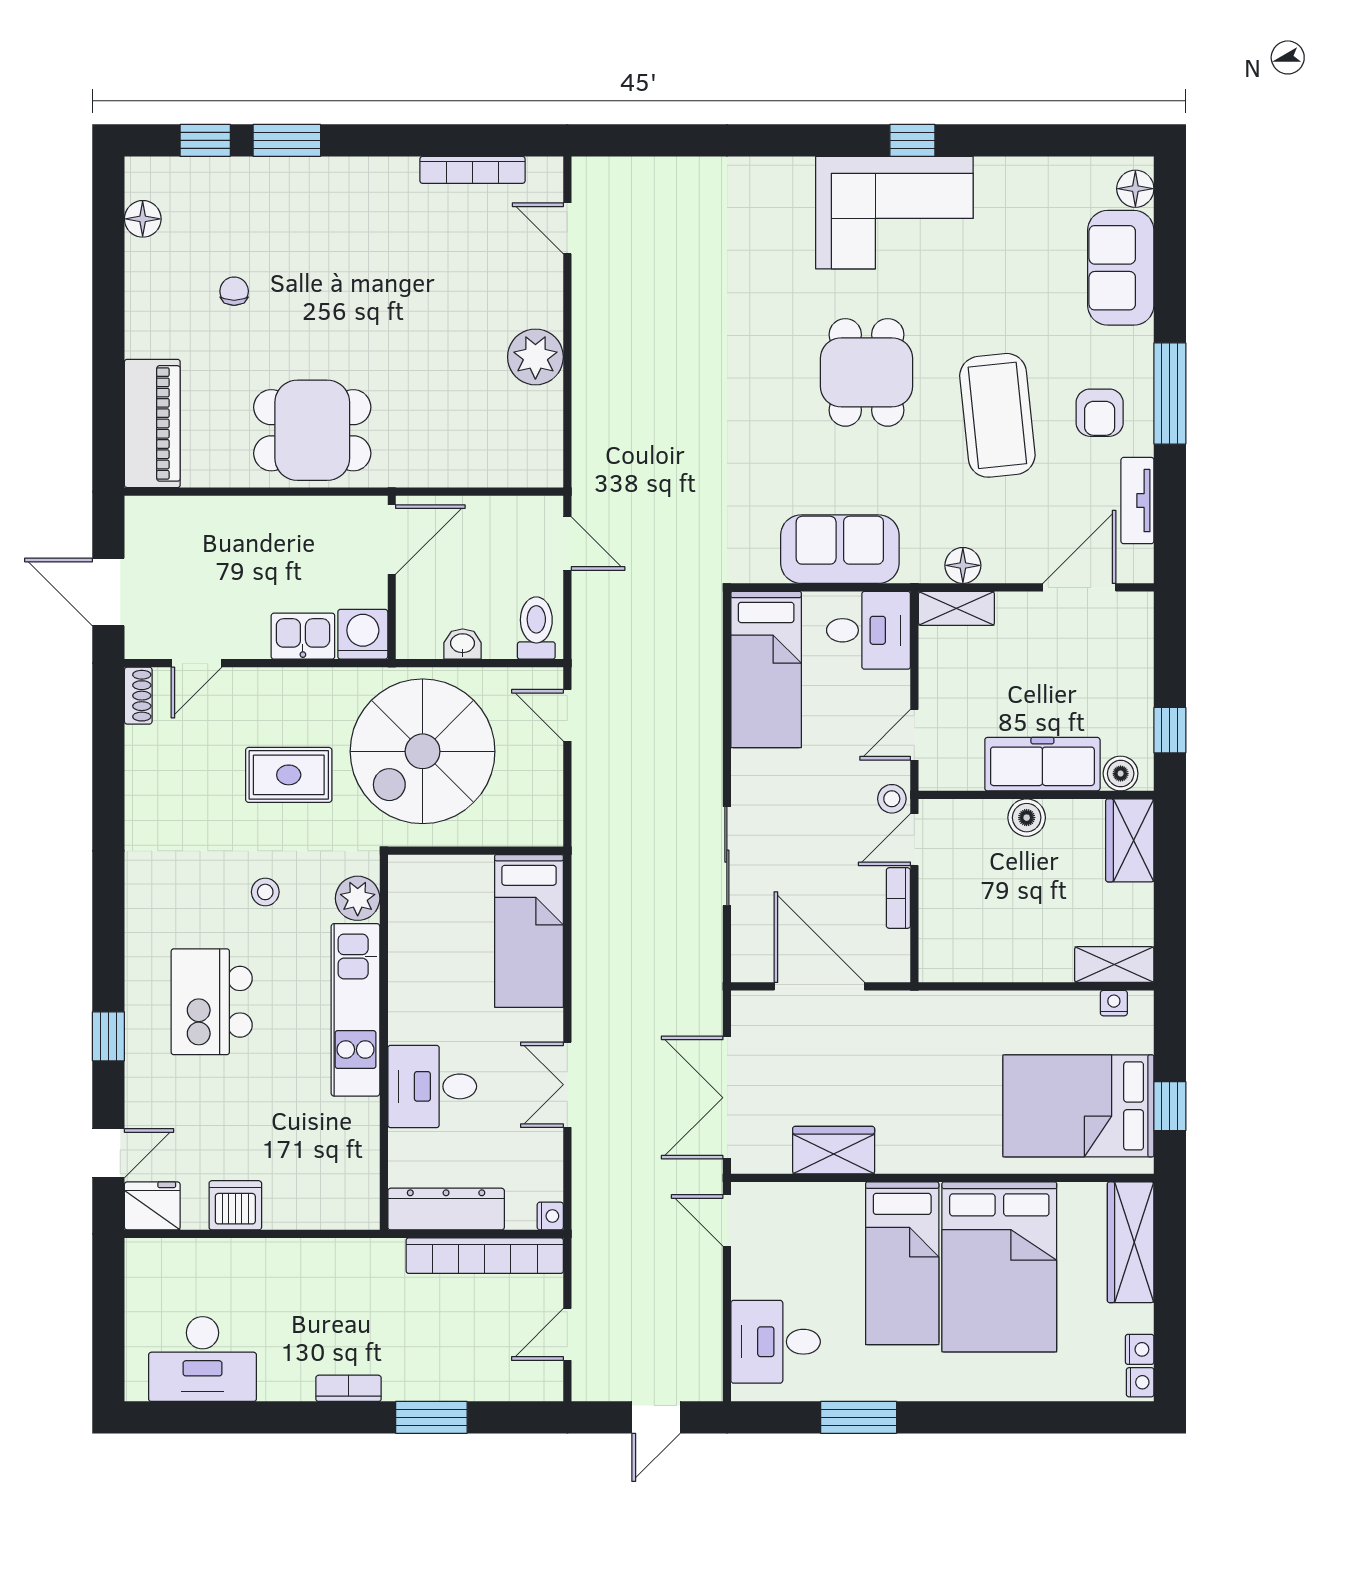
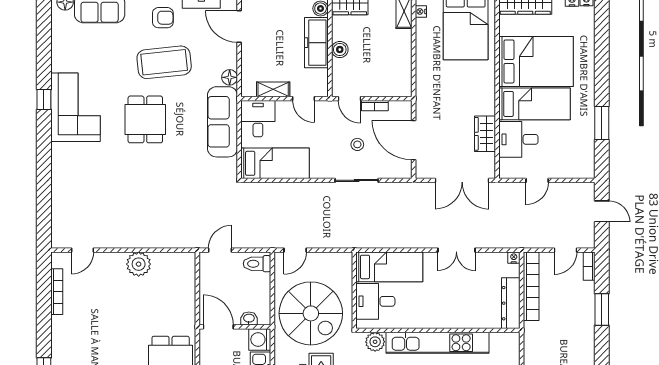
dining table: (867, 372) -> (145, 119), turned 90
sofa: (840, 549) -> (222, 122), width x1.36
shelving: (956, 608) -> (273, 89), moved, turned 90
washbasin: (463, 644) -> (249, 319), moved, turned 90
stool: (892, 799) -> (357, 144), moved
door: (819, 986) -> (414, 140), hinge flipped
kitchen unit: (355, 1010) -> (437, 343), width x1.36
desk: (432, 1086) -> (375, 301), moved, turned 90
door: (727, 1220) -> (537, 180), moved
door: (567, 1334) -> (566, 250), hinge flipped
desk: (776, 1342) -> (518, 139), moved, turned 90
bookcase: (348, 1388) -> (589, 266), moved

